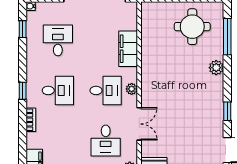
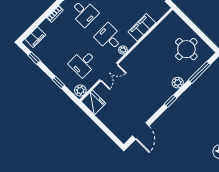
desk: (106, 90) -> (109, 37), turned 180
window: (227, 111) -> (171, 101), moved

